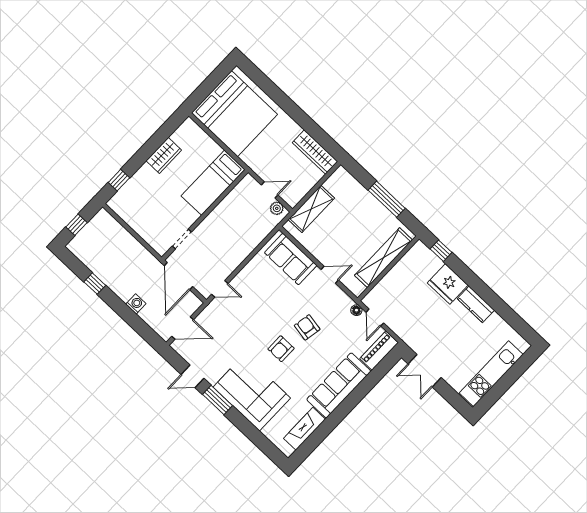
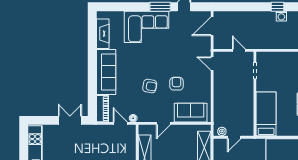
door: (179, 276) -> (239, 50), width x0.53
door: (220, 289) -> (212, 64), hinge flipped
washing machine: (136, 304) -> (281, 16), moved
armchair: (281, 349) -> (176, 84), moved

